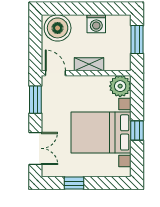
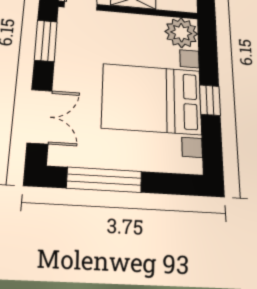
window: (74, 183) -> (104, 180), width x2.17

